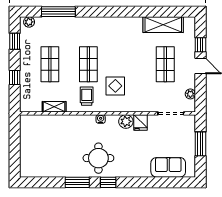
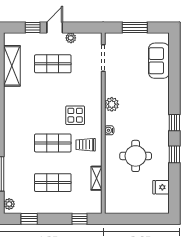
window: (15, 77) -> (80, 219), moved
plant: (190, 94) -> (71, 38), moved
fridge: (141, 122) -> (161, 187), moved, turned 180
round table: (98, 158) -> (136, 156), moved
window: (77, 182) -> (174, 154), width x0.67

